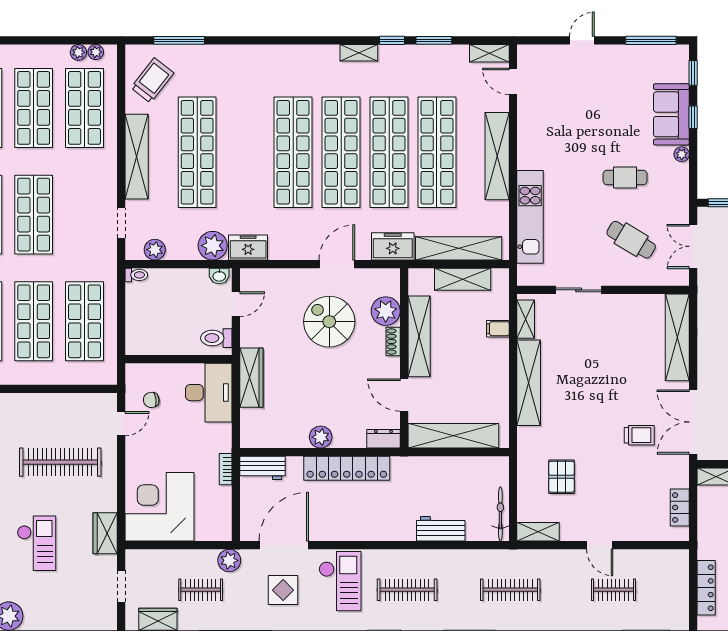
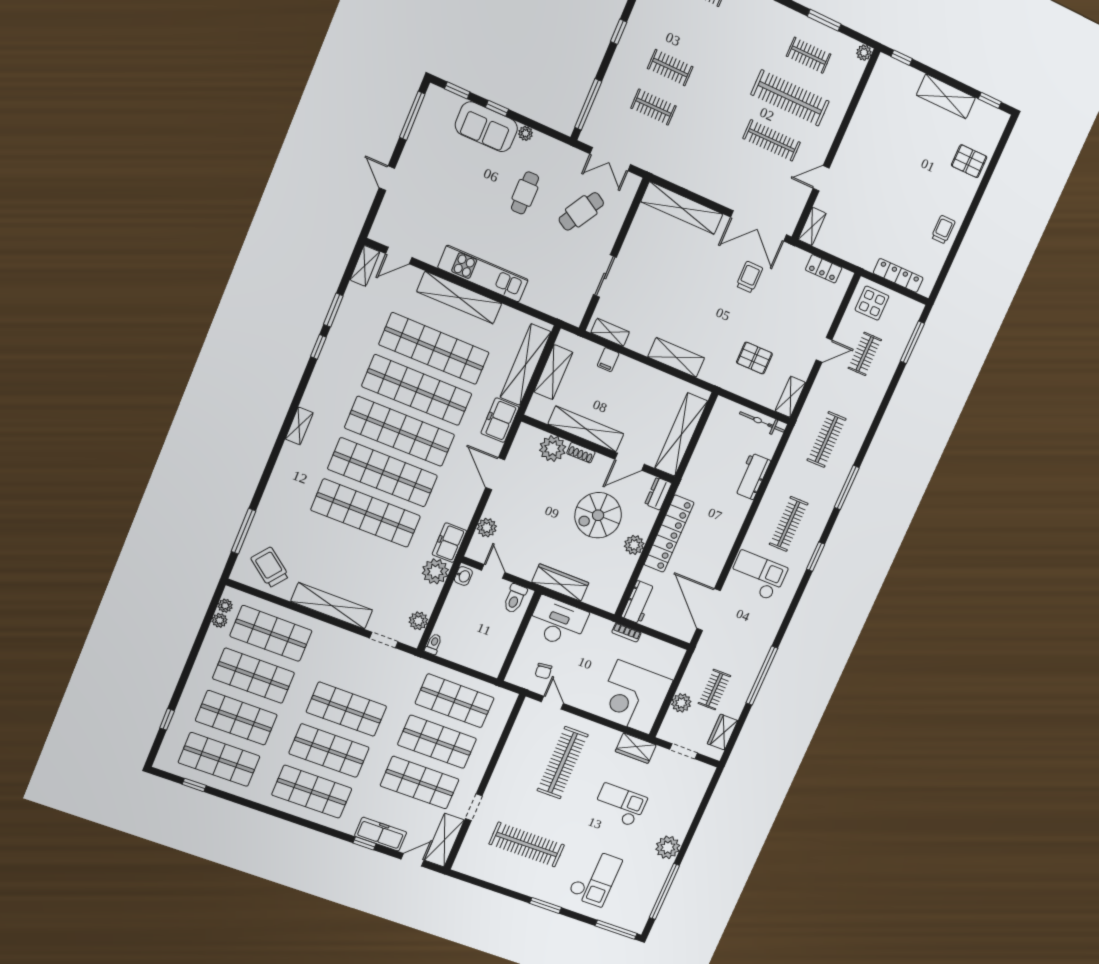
shelving: (359, 53) -> (299, 426), moved
shop shelf: (197, 152) -> (366, 513), moved
kitchen unit: (530, 217) -> (483, 274), moved
plant: (278, 279) -> (487, 528), added
spiral stairs: (329, 322) -> (598, 515), moved
shelving: (529, 383) -> (676, 357), width x0.68
plant: (229, 560) -> (681, 703), moved
display table: (283, 590) -> (872, 303), moved

